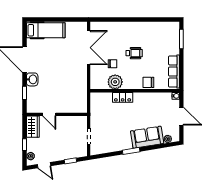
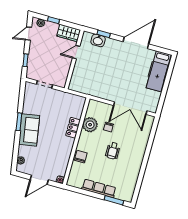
row of seats: (174, 72) -> (99, 188), moved
washbasin: (32, 79) -> (98, 40), moved
sofa: (147, 137) -> (29, 130), moved

